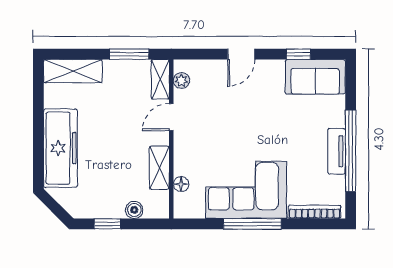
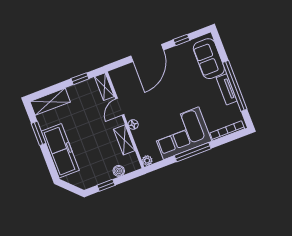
window: (129, 54) -> (80, 79), width x0.67
door: (241, 54) -> (147, 53), width x1.87
sofa: (315, 77) -> (209, 59), moved, turned 90
plant: (181, 81) -> (147, 161), moved
window: (38, 111) -> (38, 133), added
floor lamp: (181, 184) -> (133, 124), moved

